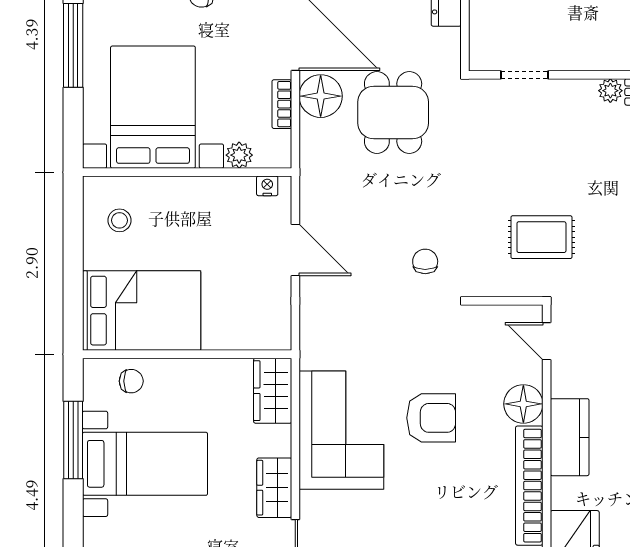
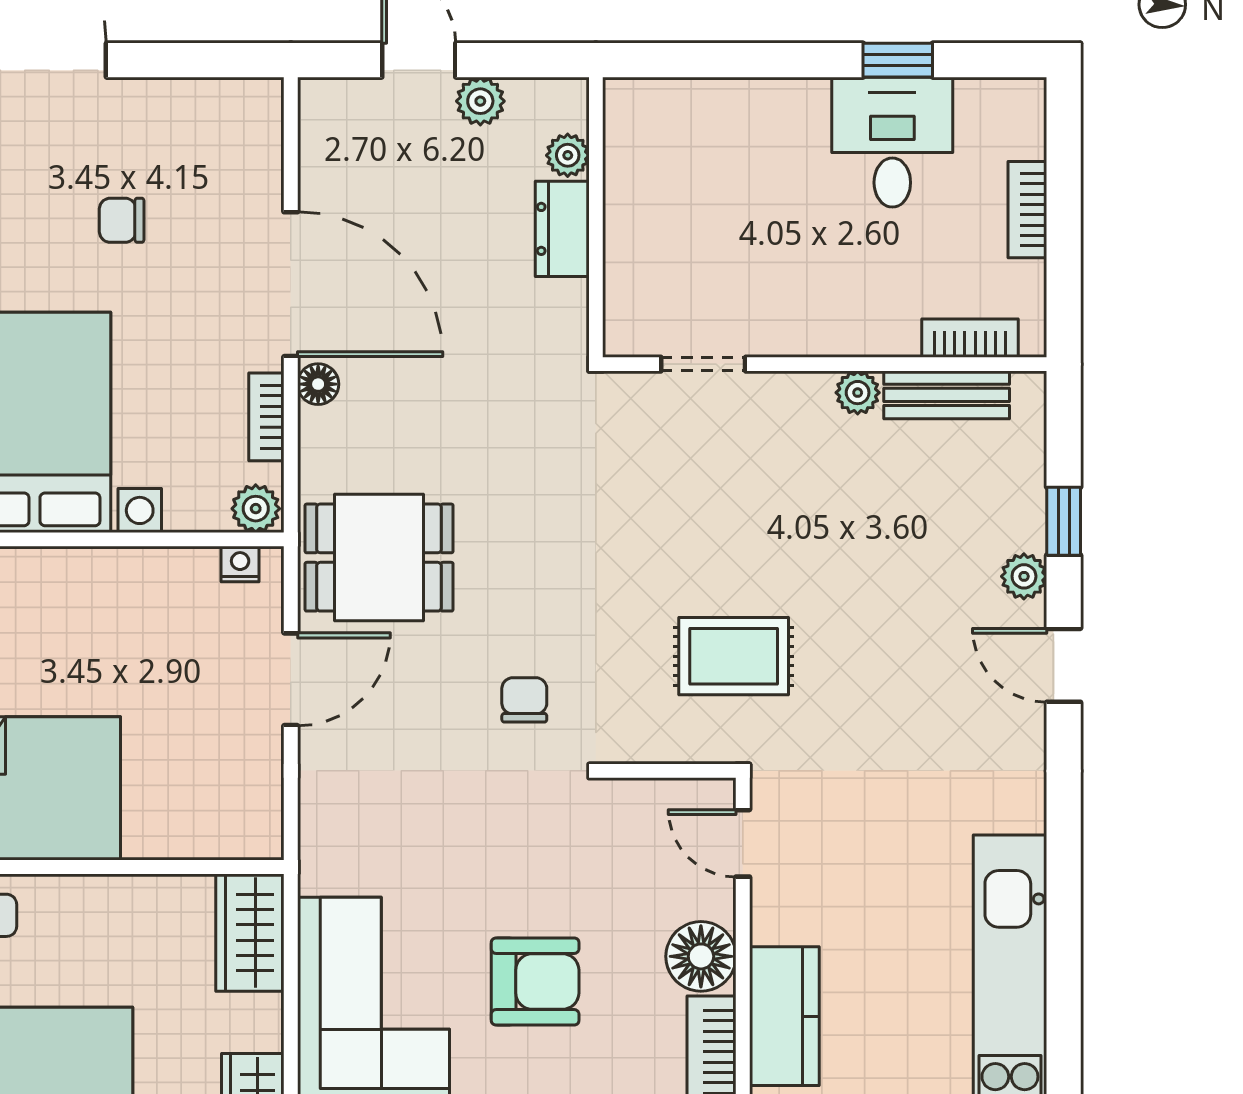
floor lamp: (321, 96) -> (318, 384), width x0.53, depth x0.53
dining table: (393, 112) -> (379, 558), moved, turned 90
plant: (239, 155) -> (256, 509), moved
door: (295, 250) -> (291, 679), hinge flipped

